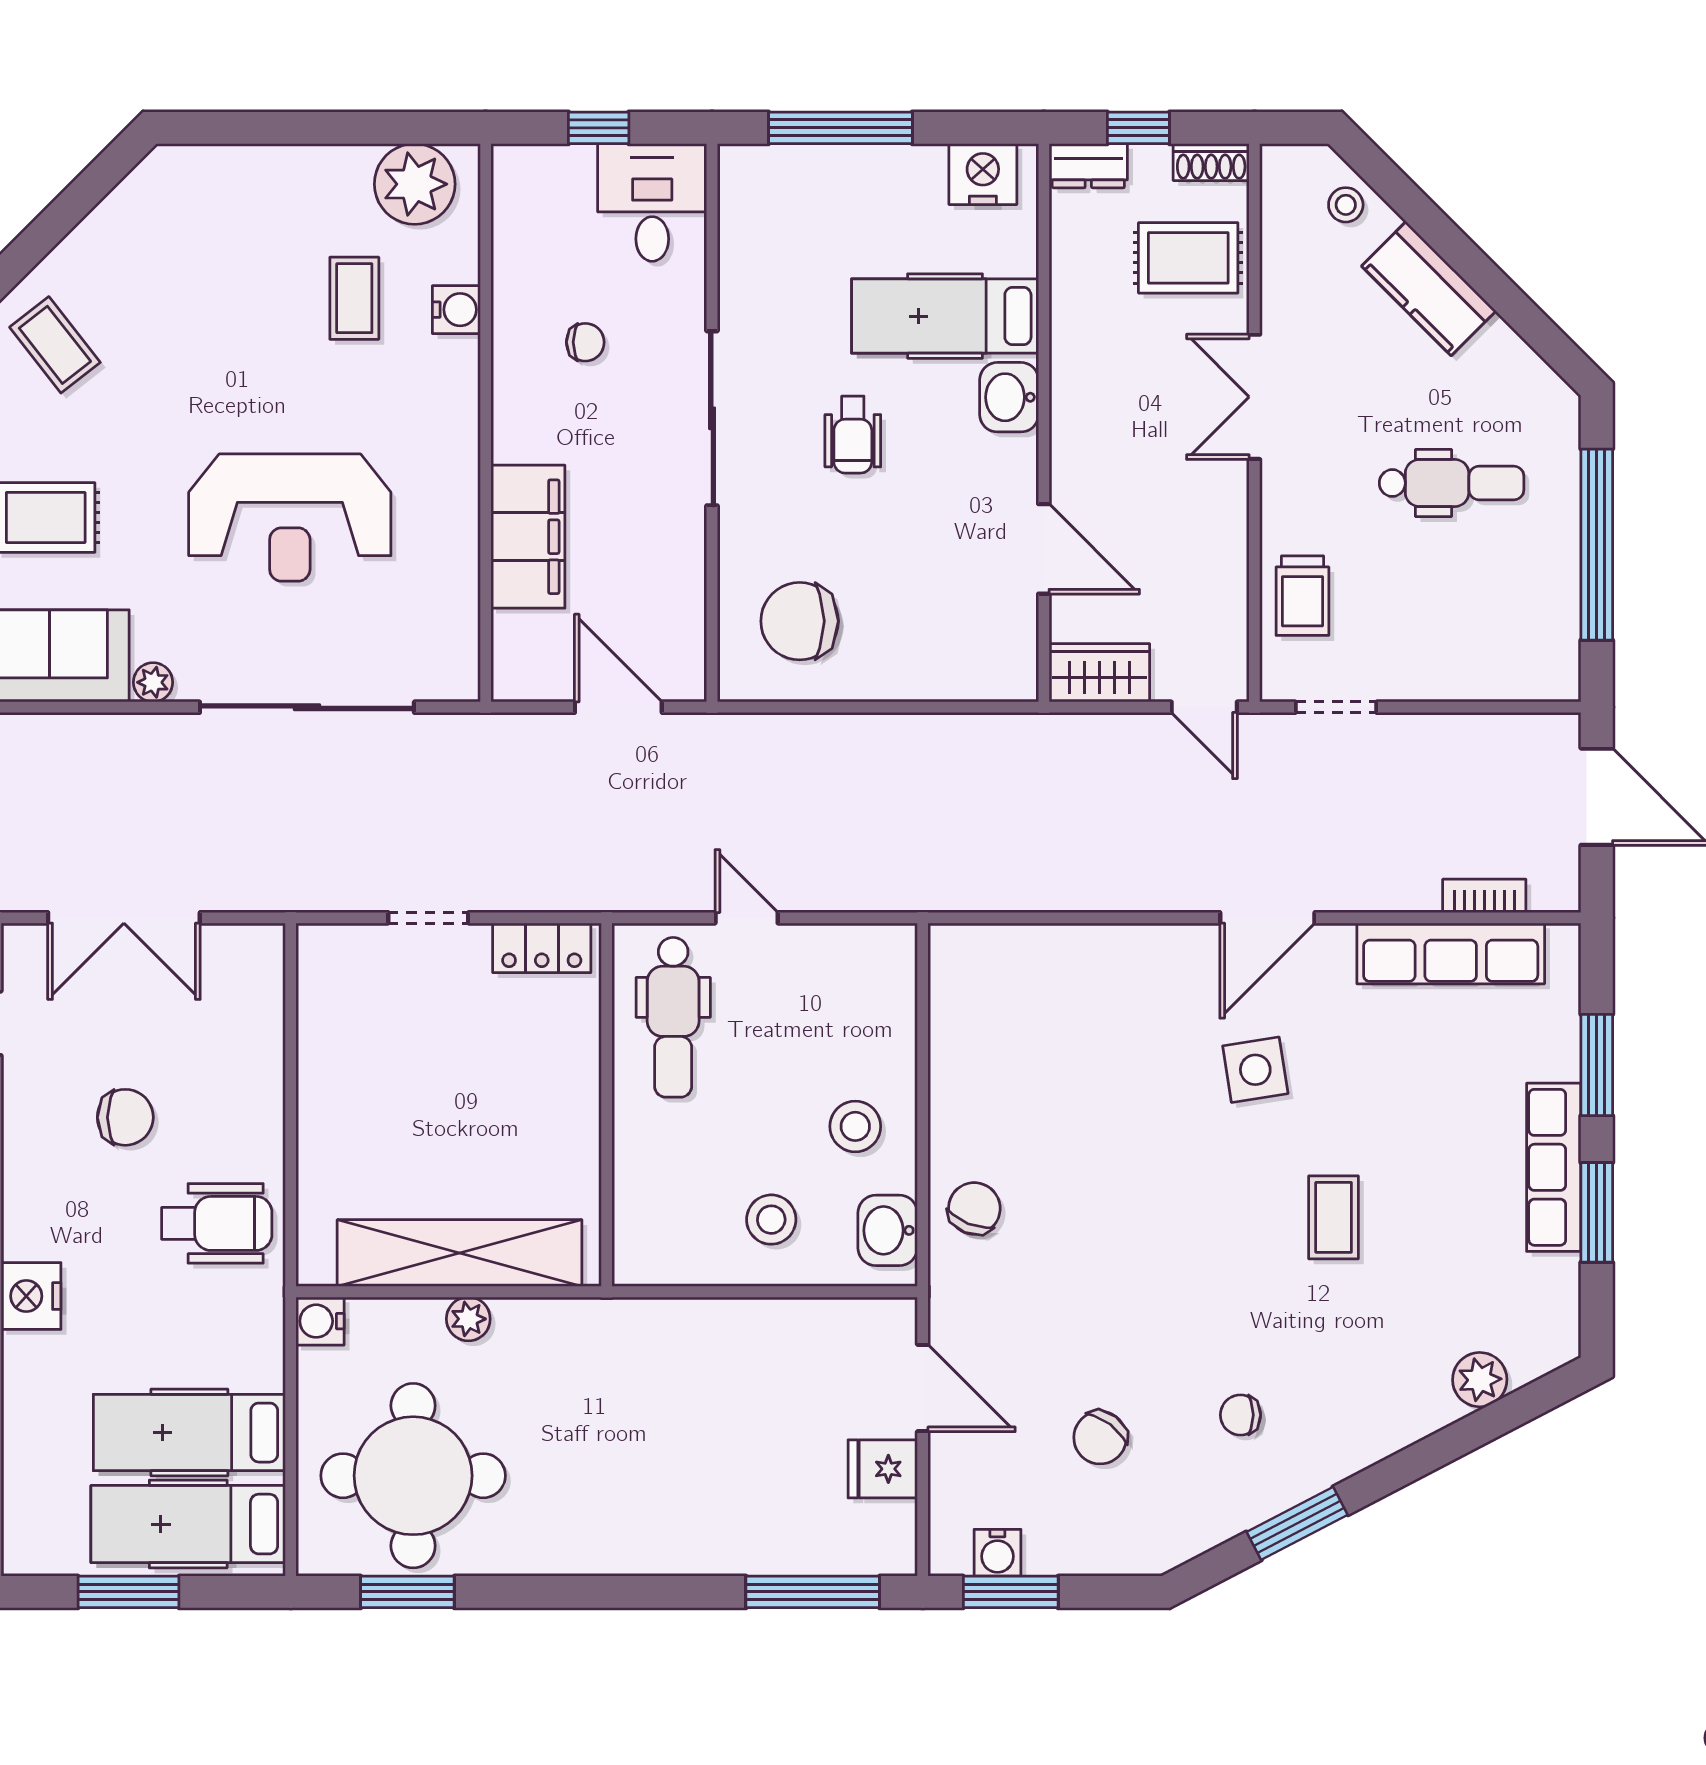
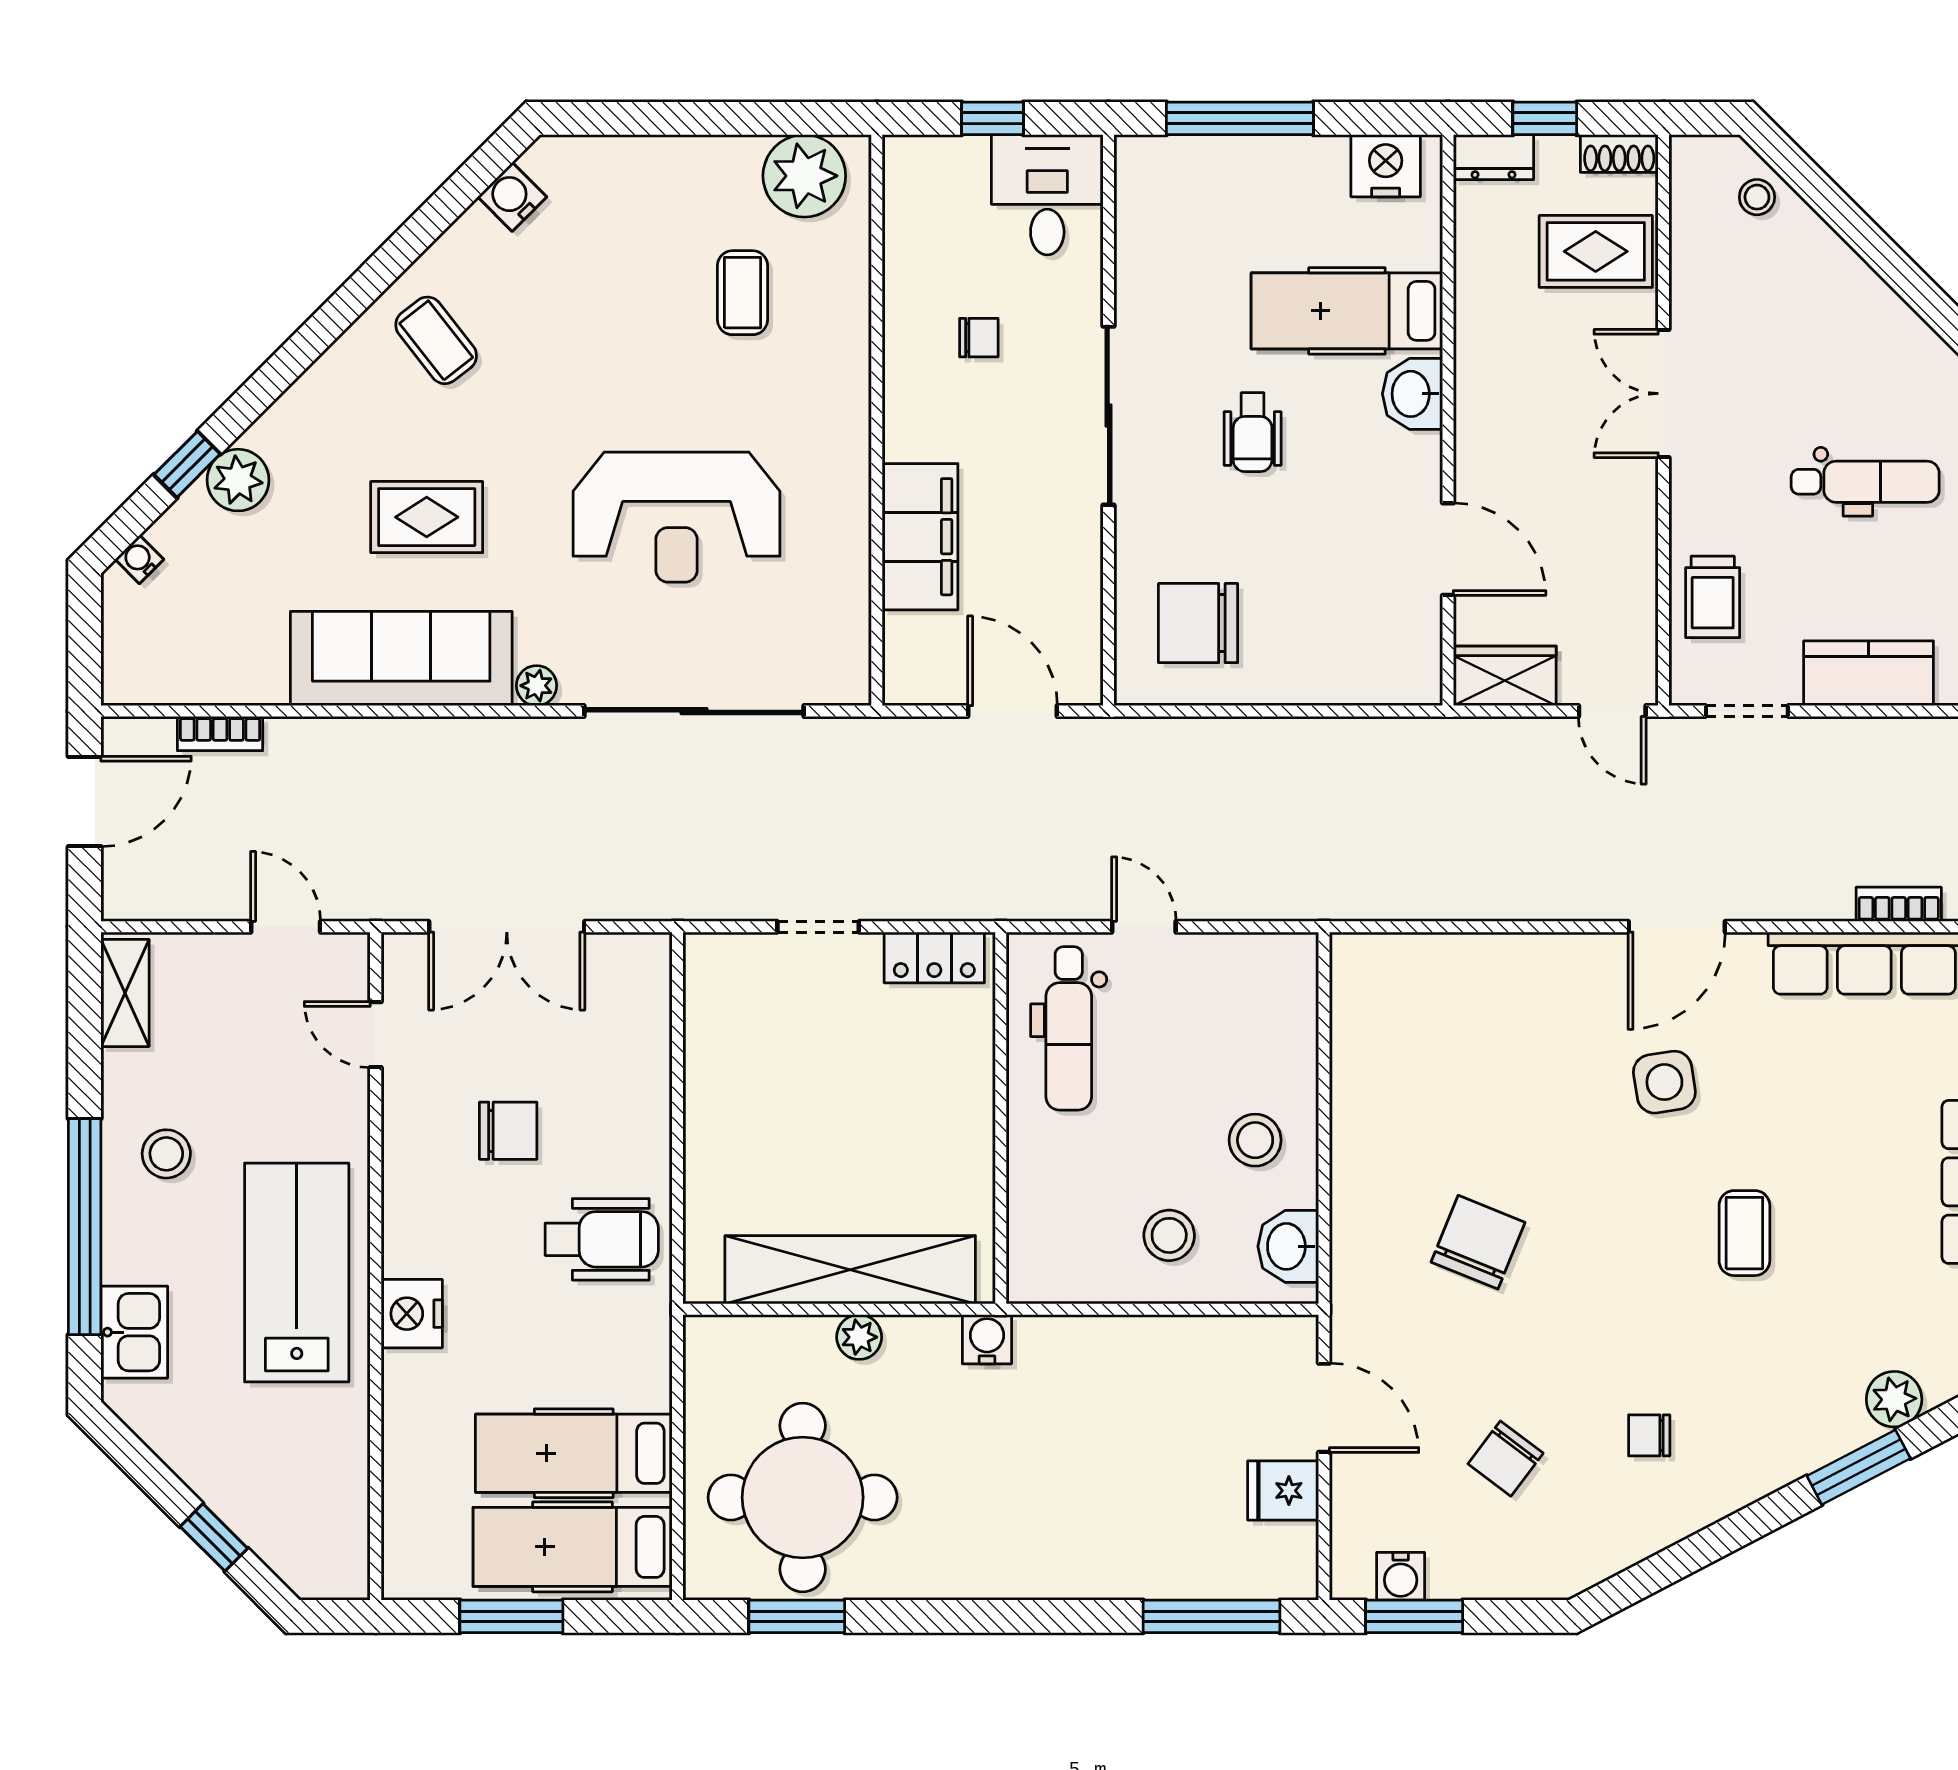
kitchen counter: (1429, 288) -> (1869, 673), moved, turned 135
water cooler: (456, 310) -> (512, 197), moved, turned -135
chair: (974, 1208) -> (1478, 1242), moved, width x1.37, depth x1.37
water cooler: (320, 1321) -> (987, 1339), moved, turned 90
window: (1297, 1523) -> (1859, 1467), moved

